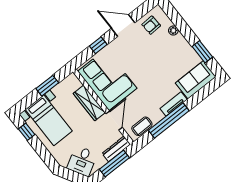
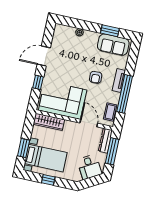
armchair: (151, 25) -> (96, 77), moved
sofa: (196, 80) -> (113, 45), moved, turned -90
window: (47, 86) -> (24, 148), moved
wardrobe: (89, 103) -> (49, 122), moved
window: (27, 132) -> (48, 180), moved

